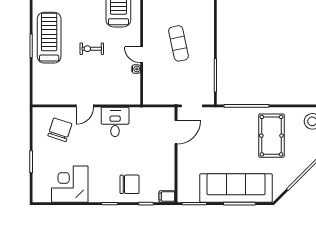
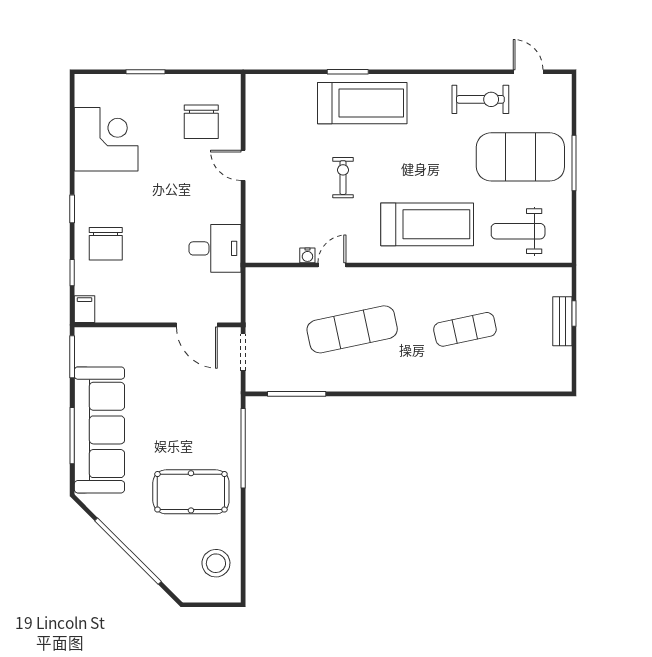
exercise mat: (179, 43) -> (352, 329), width x1.36, depth x1.45
desk: (115, 122) -> (215, 248), moved
chair: (60, 130) -> (201, 122), turned 72

